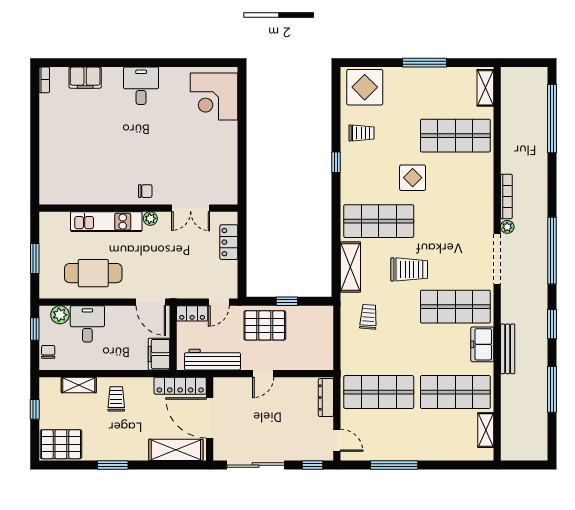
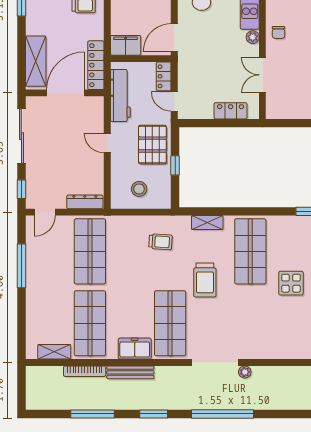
bookcase: (506, 196) -> (85, 371), moved
shelving: (350, 267) -> (207, 223), width x0.67, depth x0.75
stool: (312, 340) -> (139, 189), added

